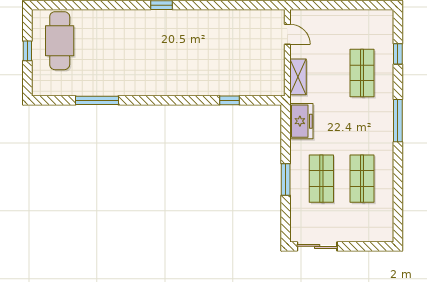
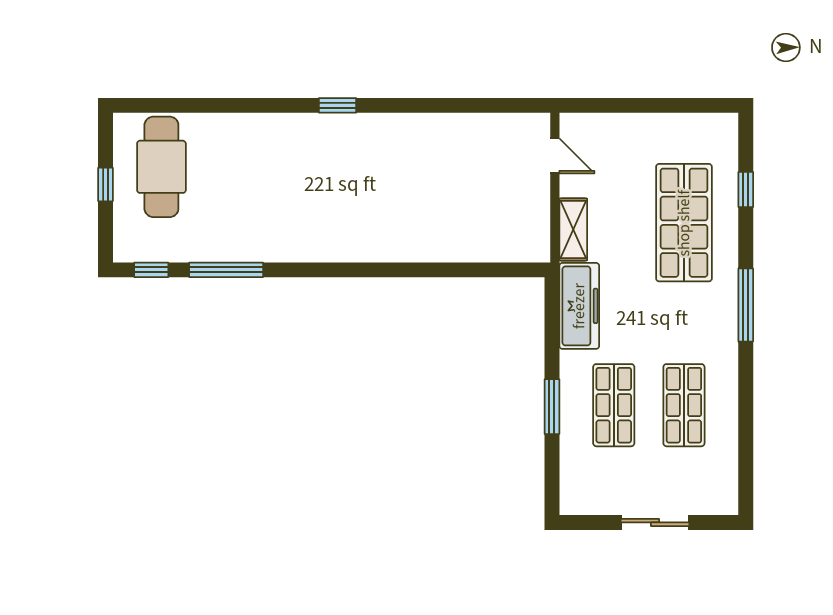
shop shelf: (362, 73) -> (684, 223), width x1.43, depth x1.36
window: (229, 100) -> (151, 270), moved
freezer: (301, 121) -> (579, 306), width x1.40
sliding door: (317, 246) -> (655, 522), moved

